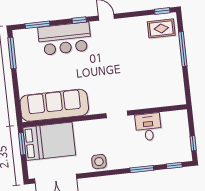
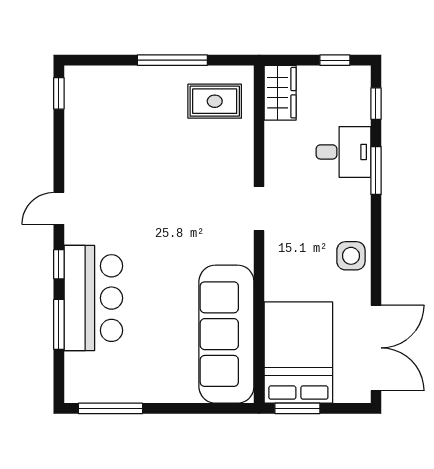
window: (37, 25) -> (59, 324), moved
rug: (161, 28) -> (215, 101), moved, turned 90
window: (183, 49) -> (172, 60), moved
wardrobe: (174, 118) -> (280, 93), added
desk: (148, 127) -> (343, 152), moved, turned 180

